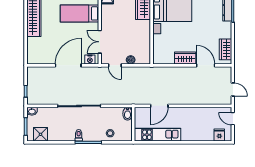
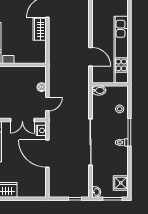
kitchen unit: (158, 135) -> (121, 50), width x1.36

